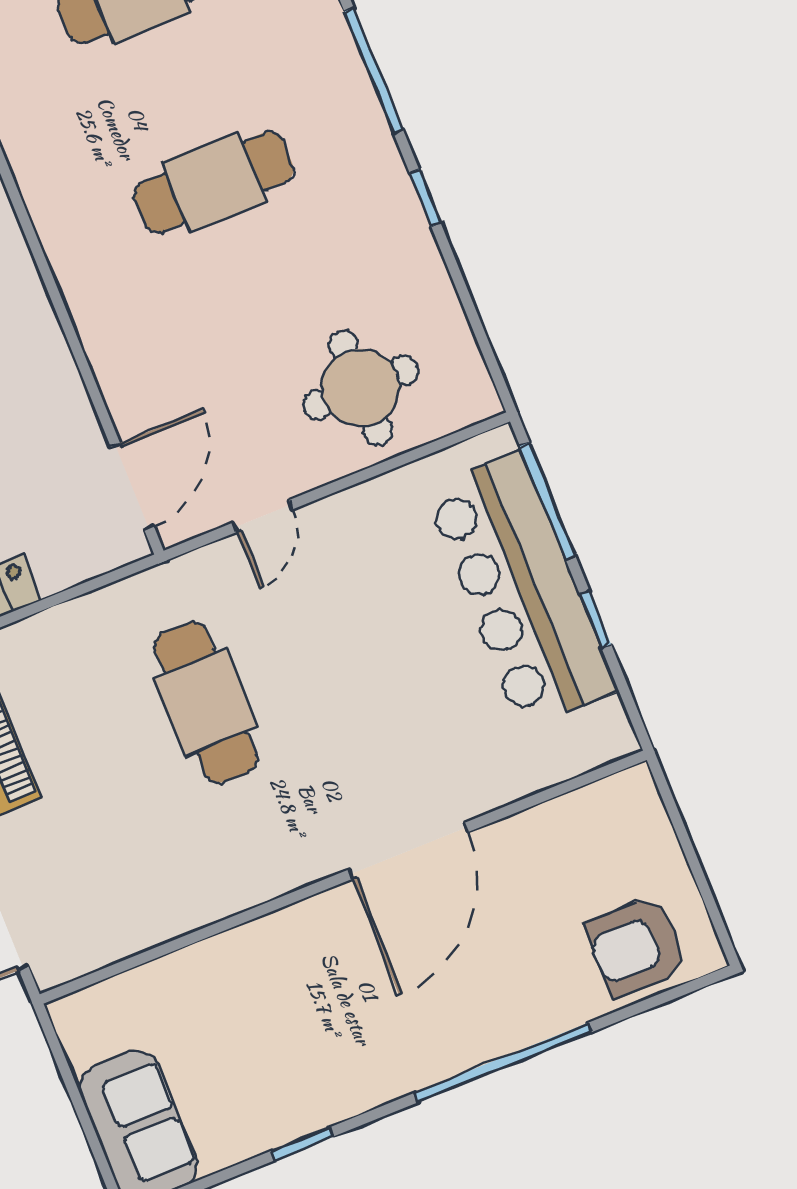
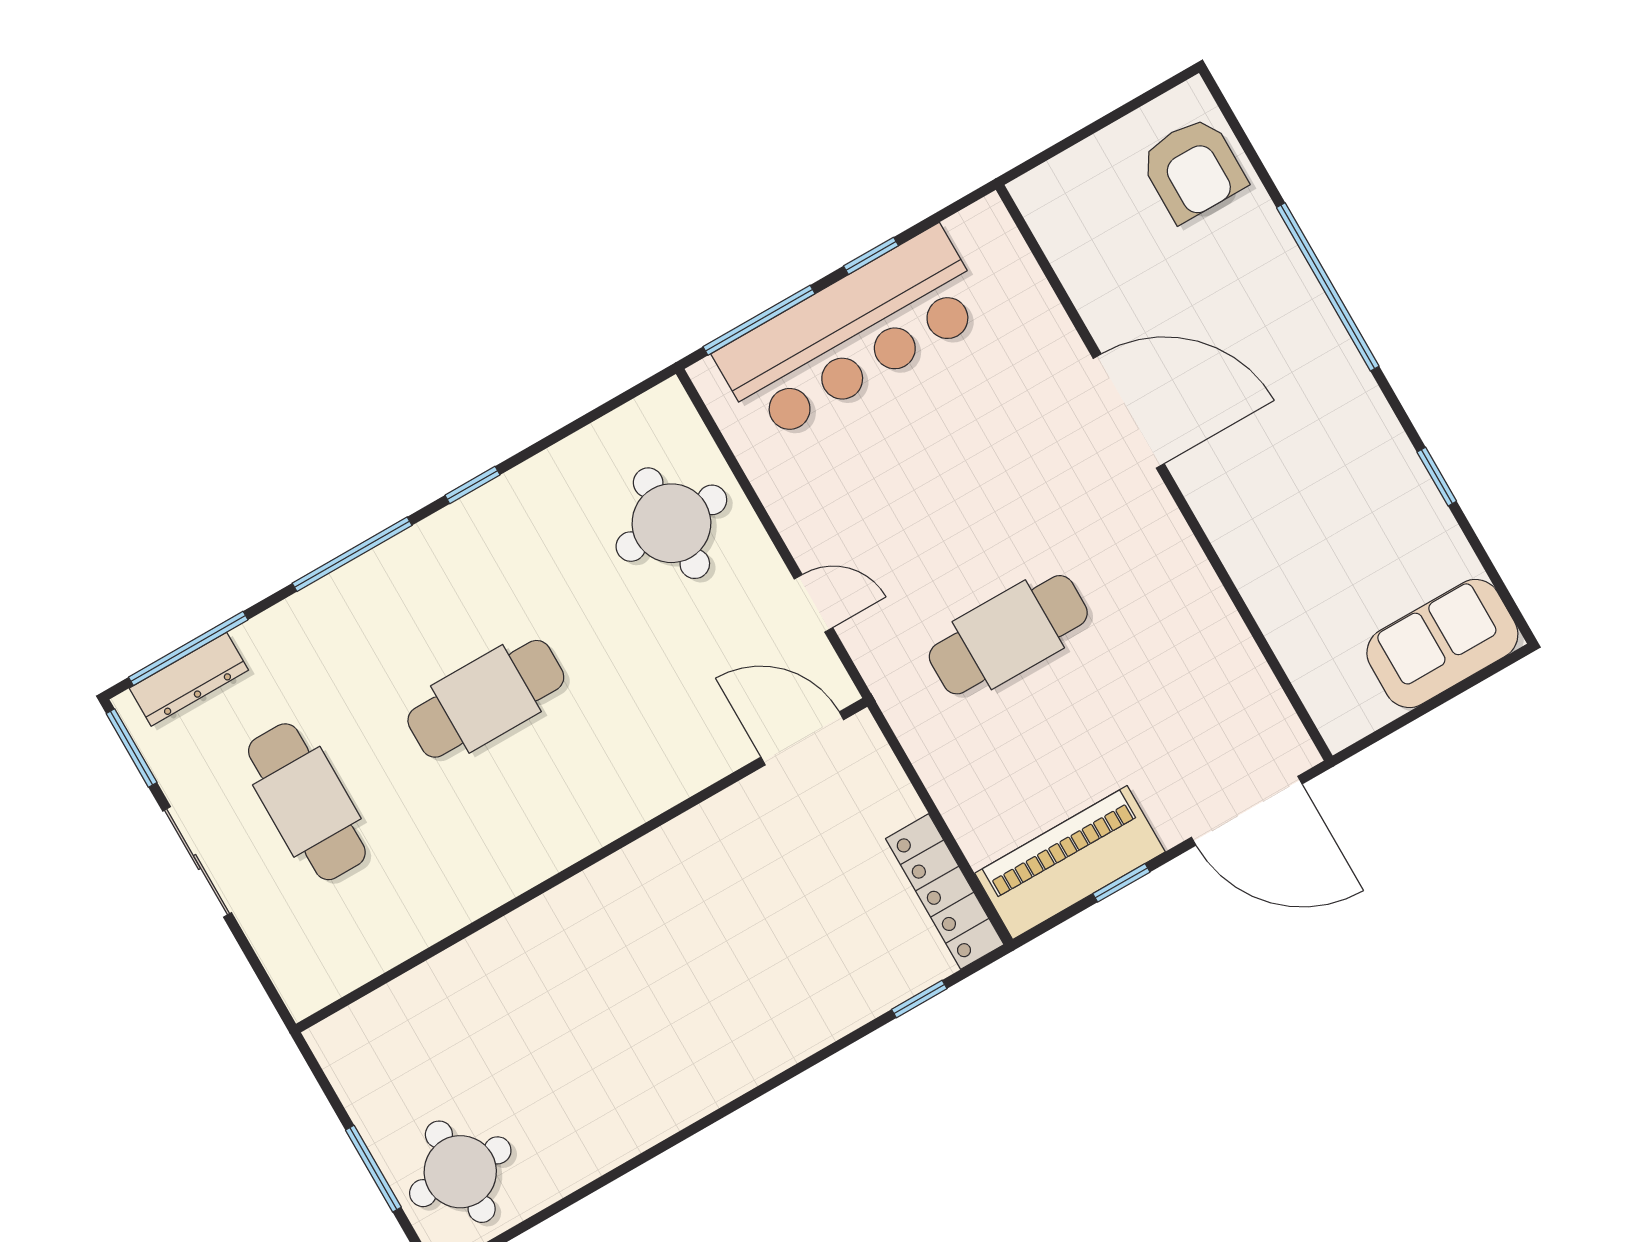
cafe table: (214, 182) -> (486, 699), turned 90

